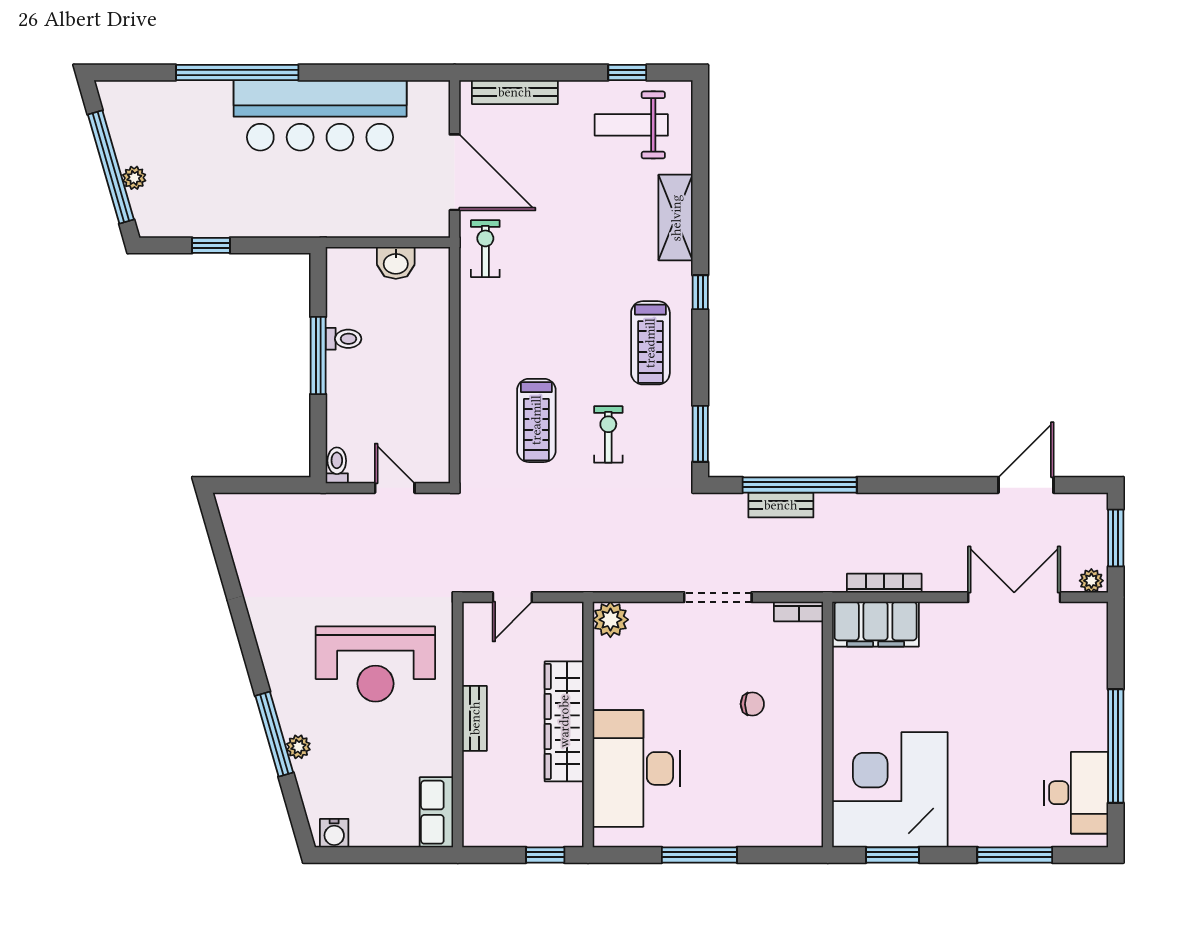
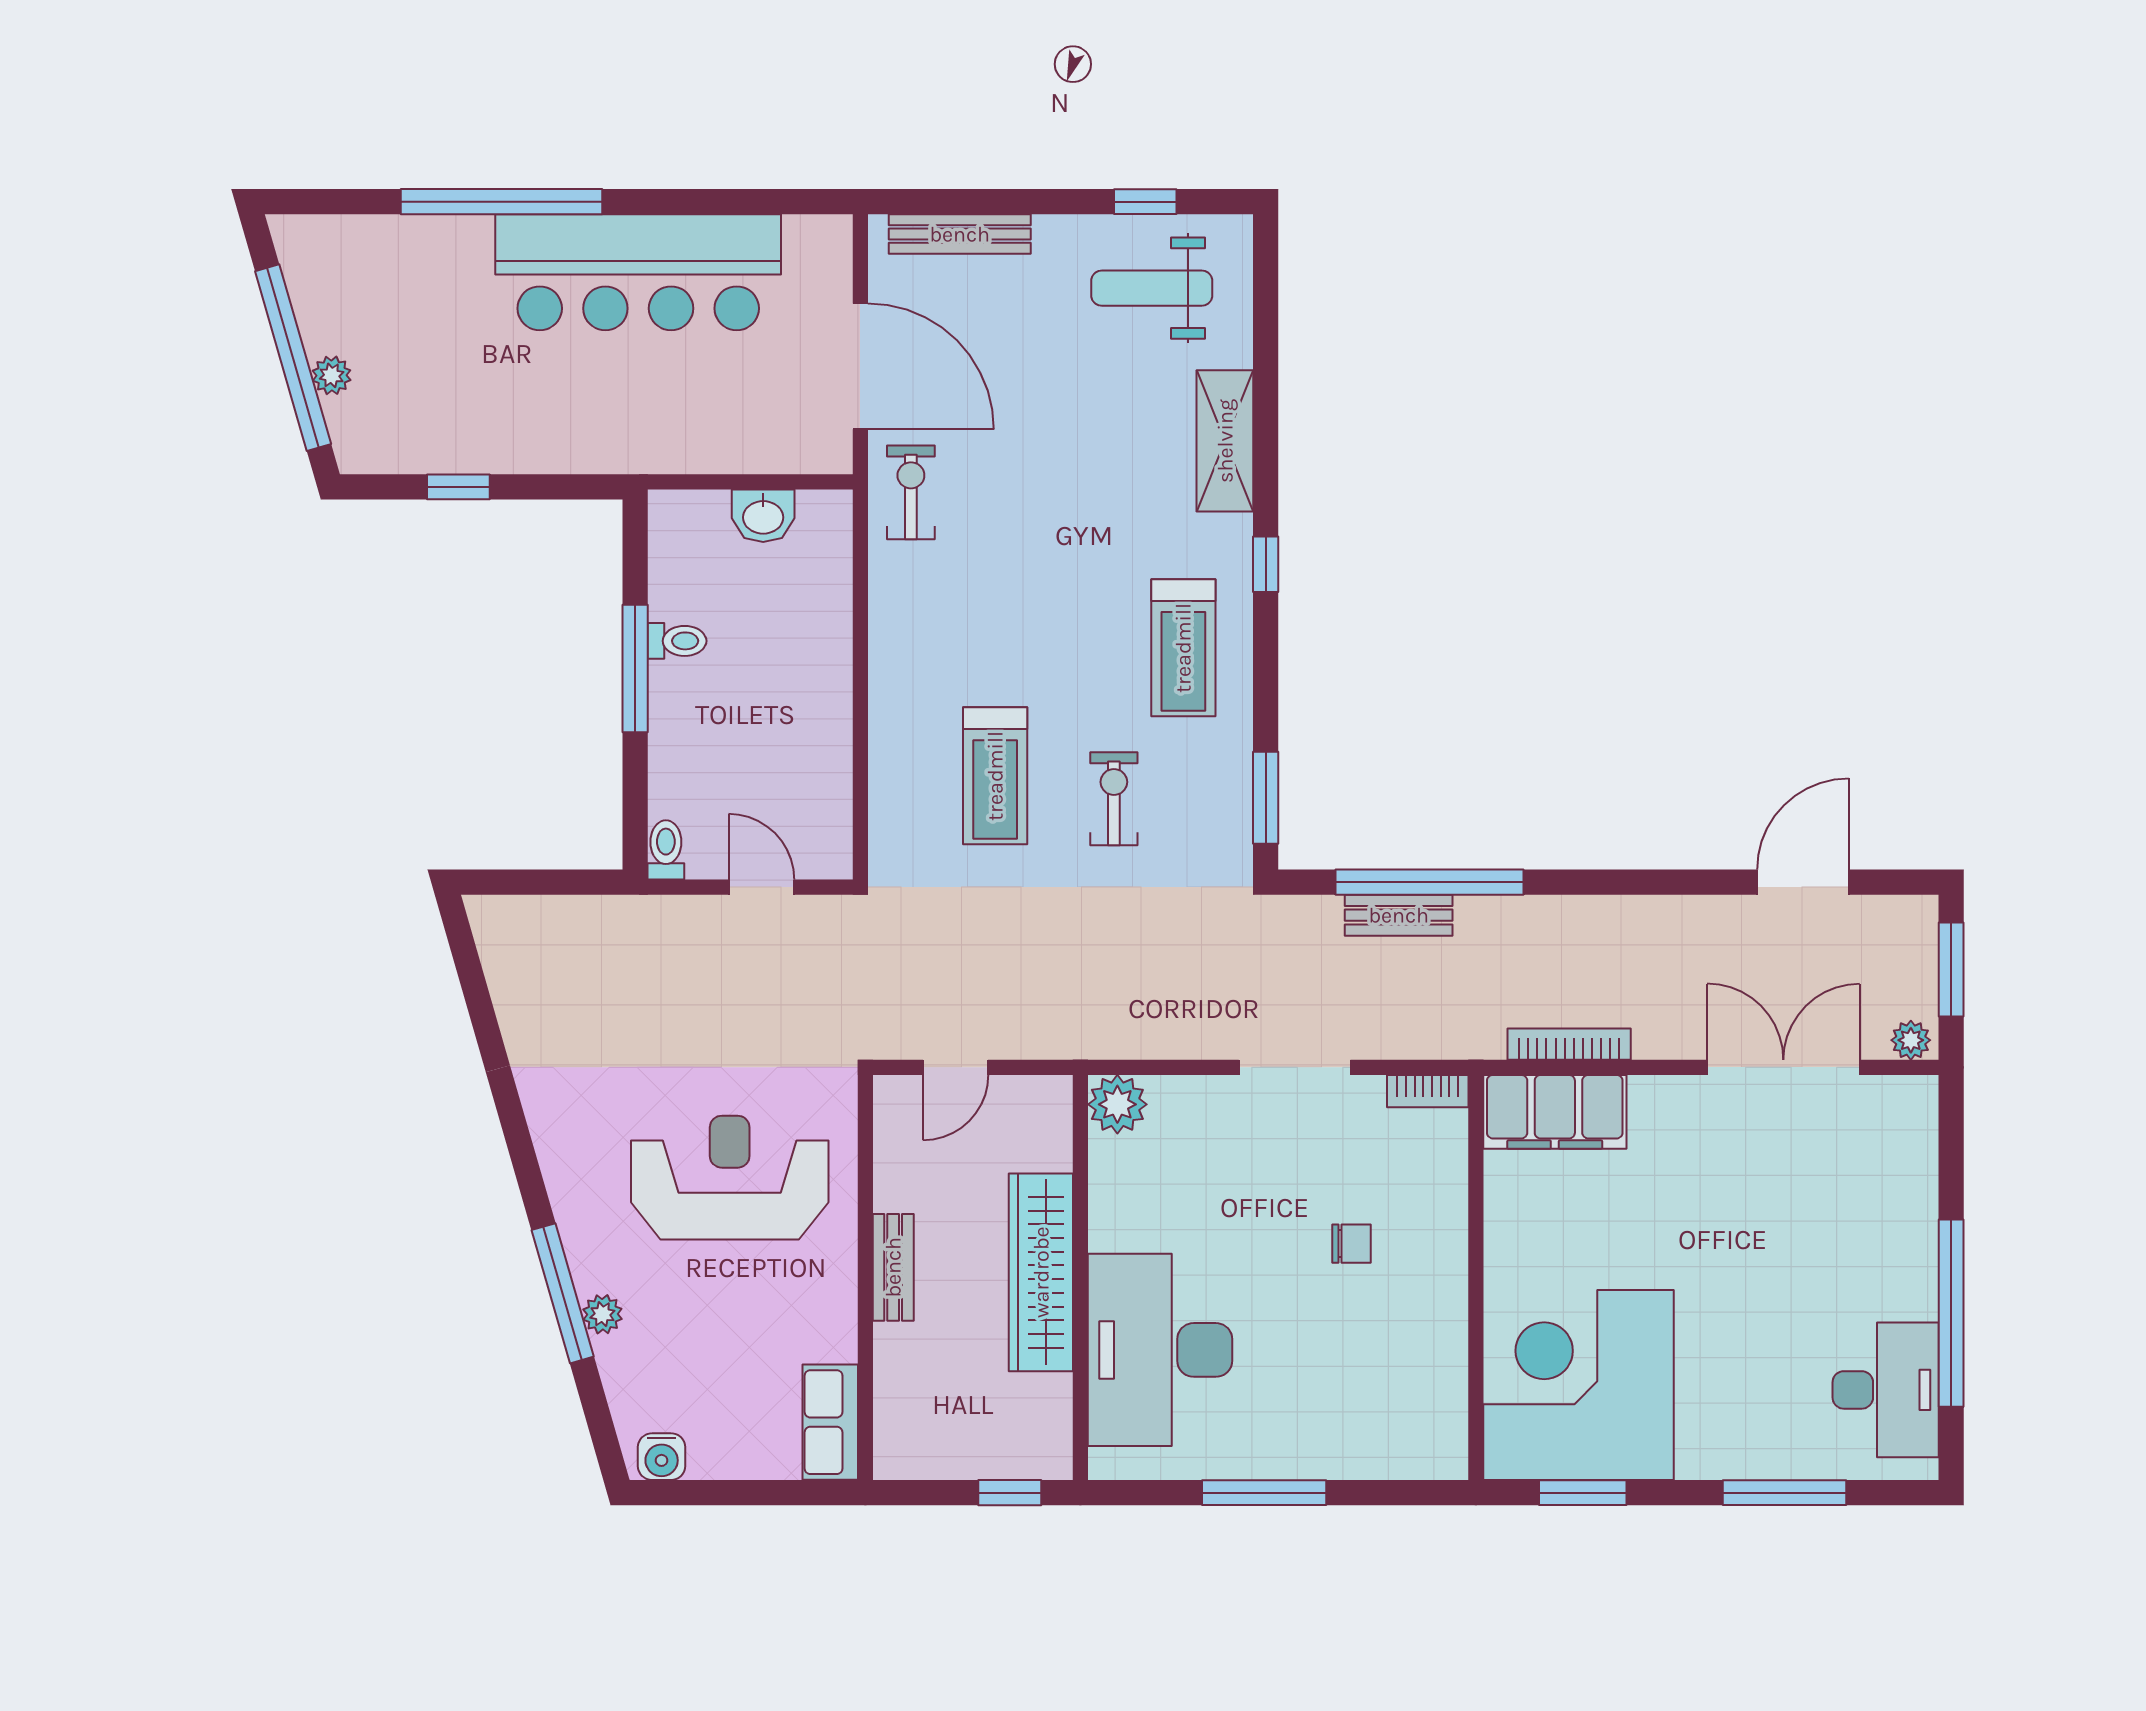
reception desk: (375, 664) -> (730, 1178), turned 180

